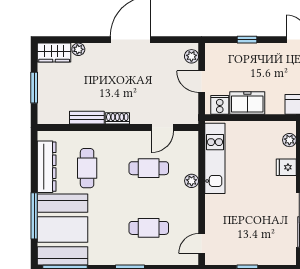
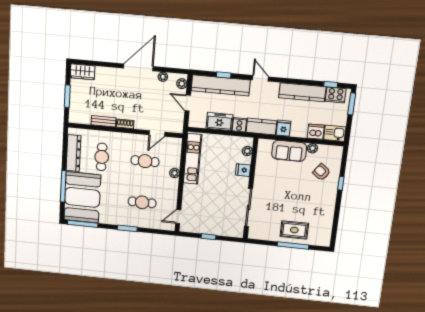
plant: (78, 49) -> (163, 77), moved
kitchen counter: (244, 54) -> (221, 85), added
cooker: (220, 105) -> (239, 125), moved

